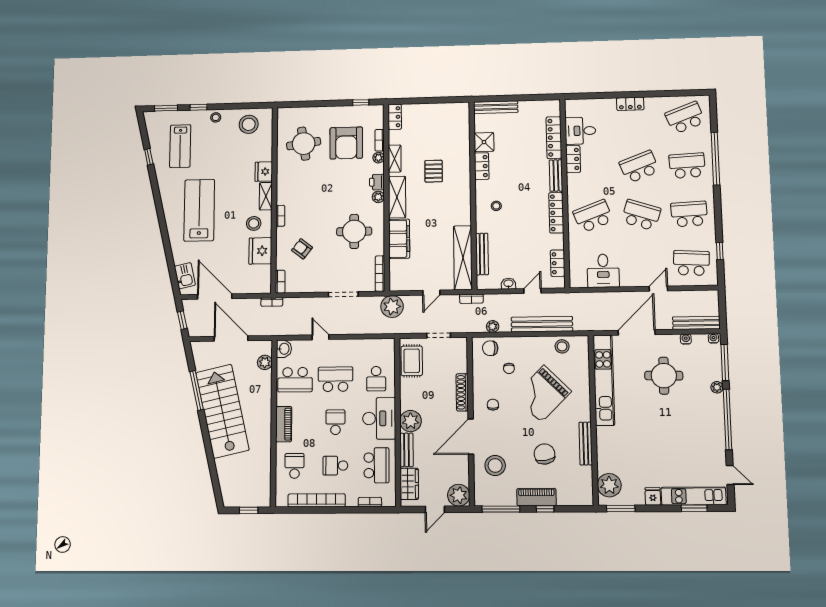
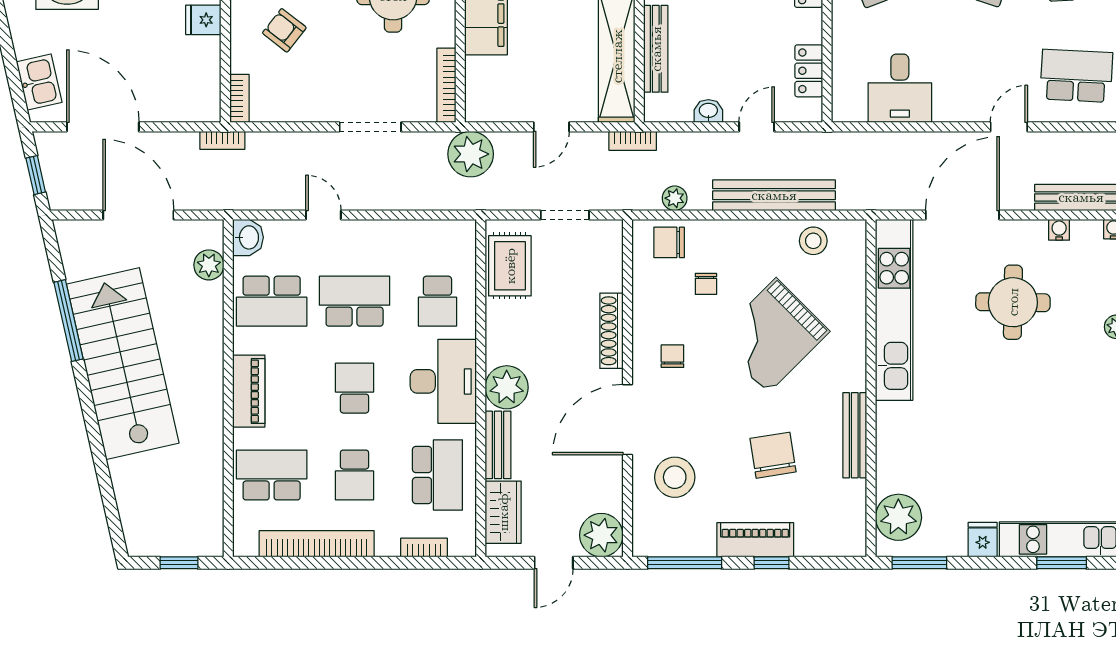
fridge: (260, 251) -> (203, 20), width x0.53, depth x0.75
school desk: (295, 466) -> (272, 475), width x1.85
school desk: (335, 466) -> (355, 475), turned -90

